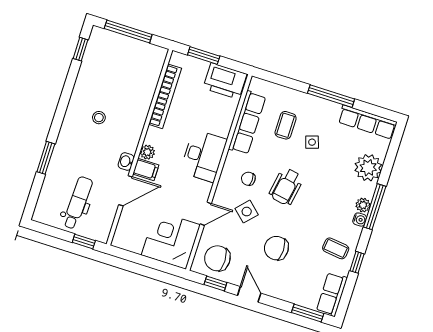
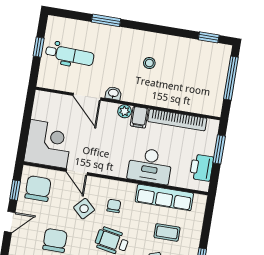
printer: (225, 81) -> (202, 168), width x0.73, depth x0.84
desk: (204, 156) -> (150, 166), moved
filing cabinet: (146, 169) -> (139, 117), moved
window: (84, 241) -> (39, 47), moved

